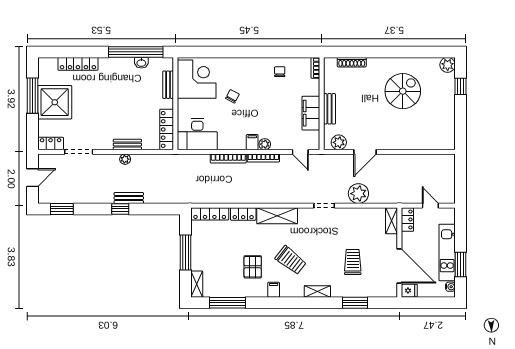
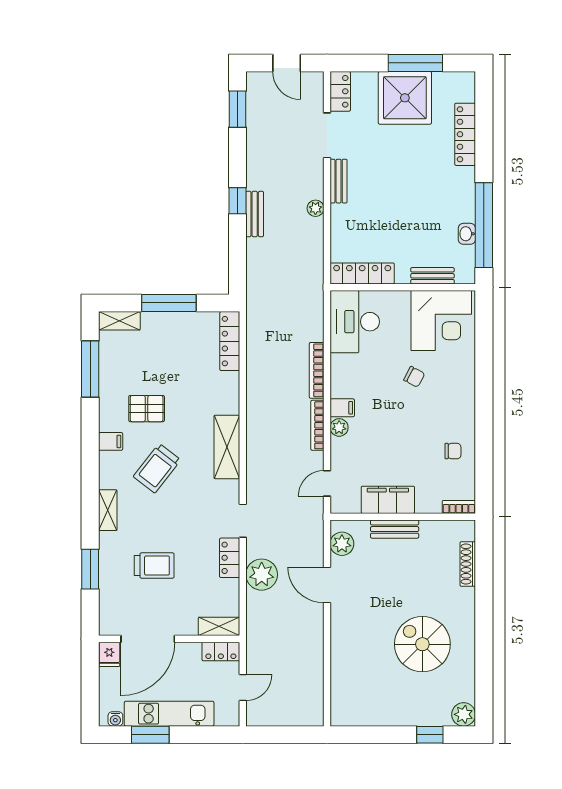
spiral stairs: (403, 91) -> (422, 644), turned 180
bench: (127, 145) -> (339, 181), moved
locker: (243, 214) -> (230, 558), moved

